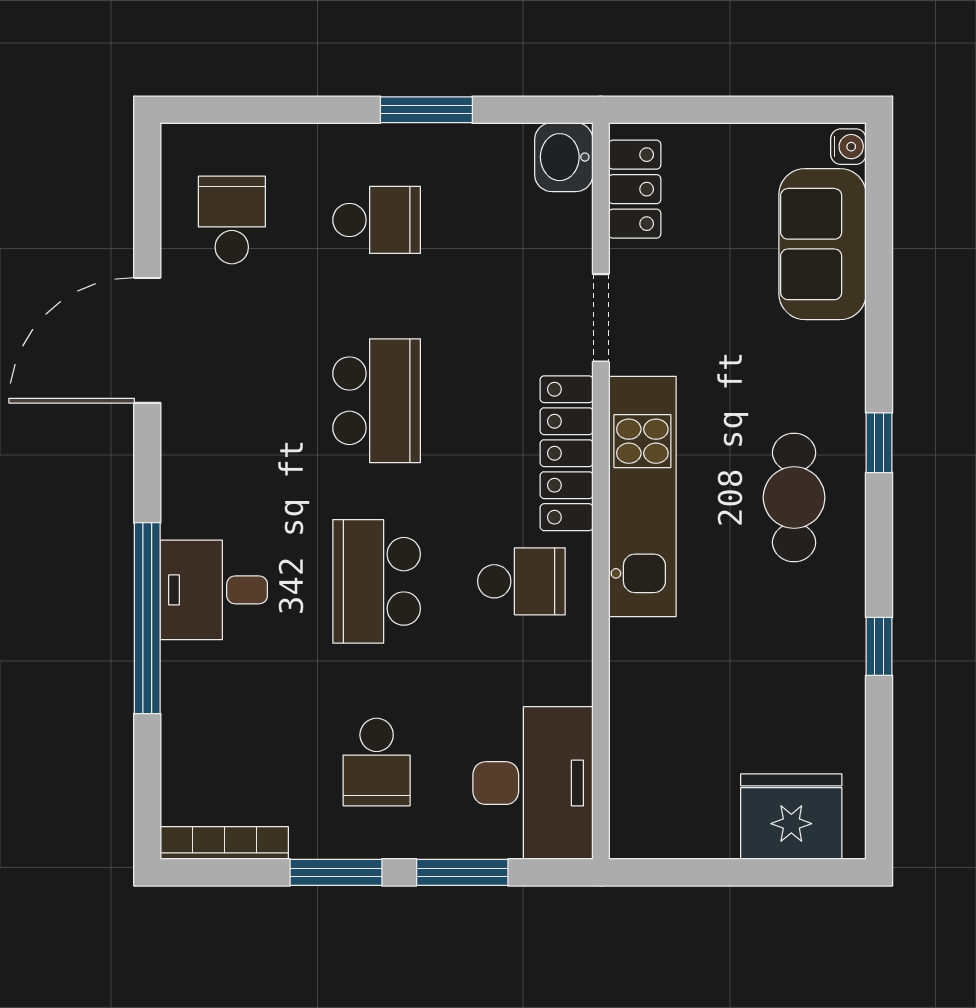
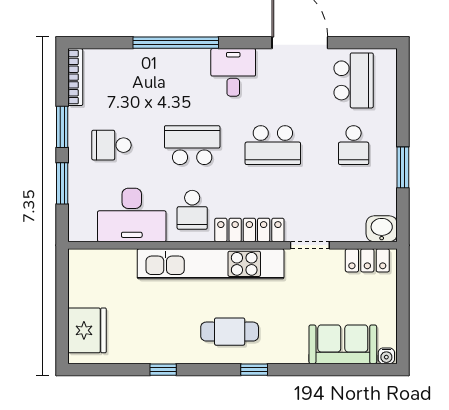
school desk: (232, 220) -> (354, 80), width x1.85
kitchen unit: (642, 496) -> (211, 264), width x1.36
desk: (214, 590) -> (233, 72), moved
desk: (533, 783) -> (132, 215), moved

